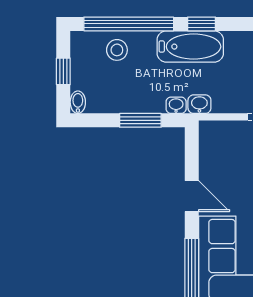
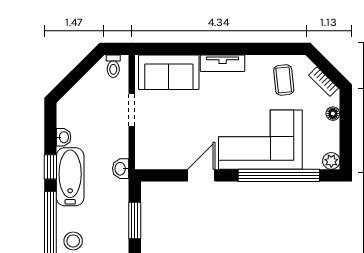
washbasin: (176, 105) -> (64, 137), moved, turned 180

